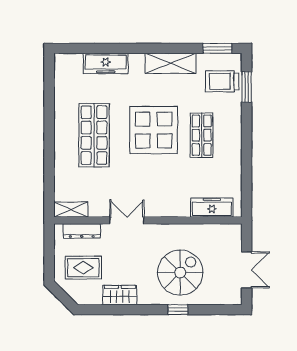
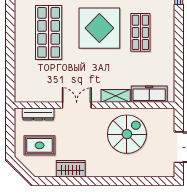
shelving: (71, 210) -> (116, 96), moved
spiral stairs: (180, 273) -> (127, 134), moved
window: (178, 310) -> (120, 181), removed

